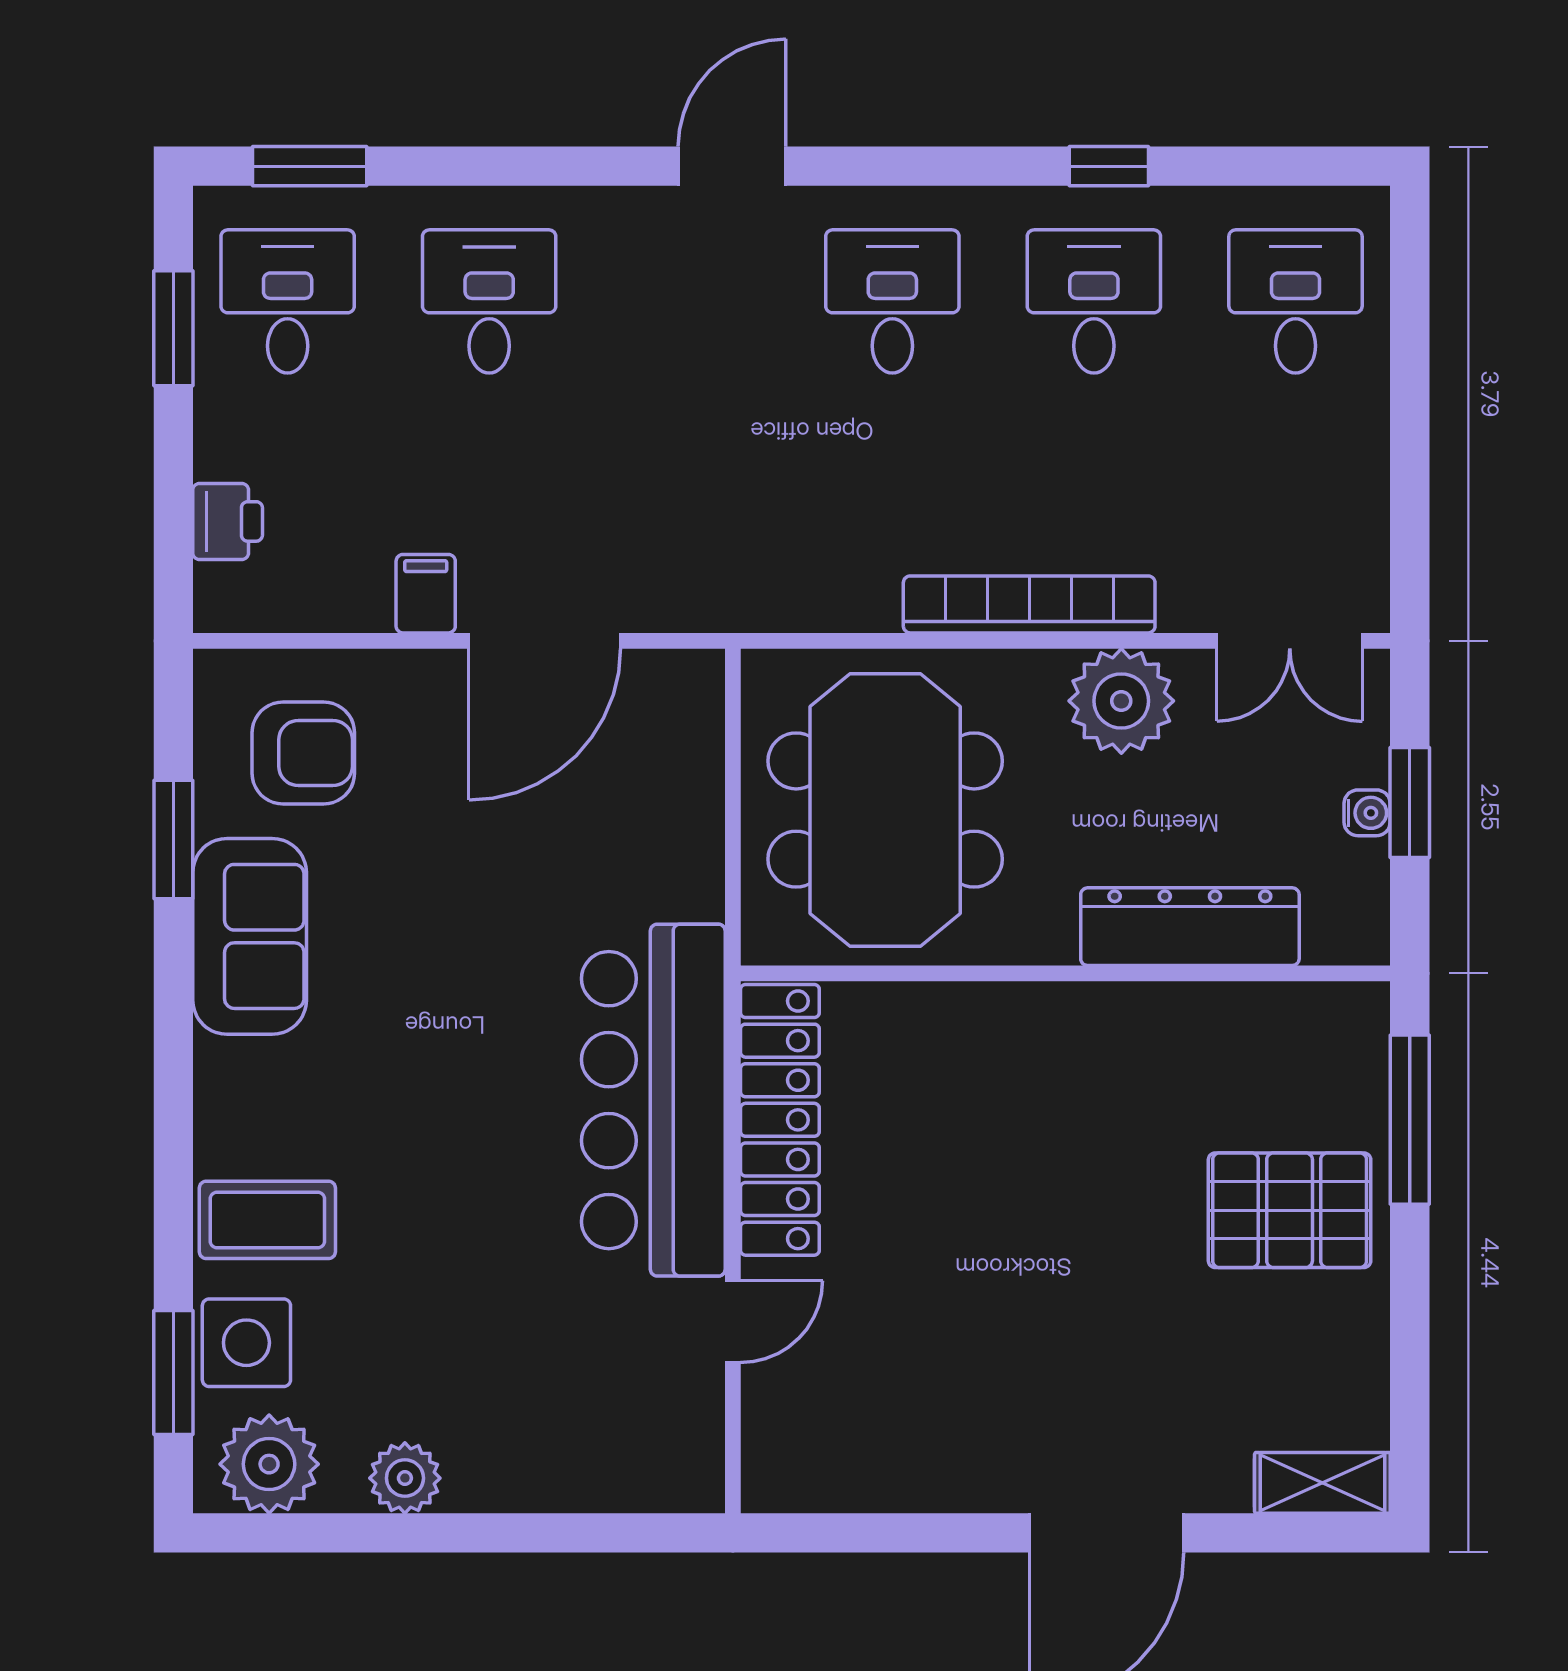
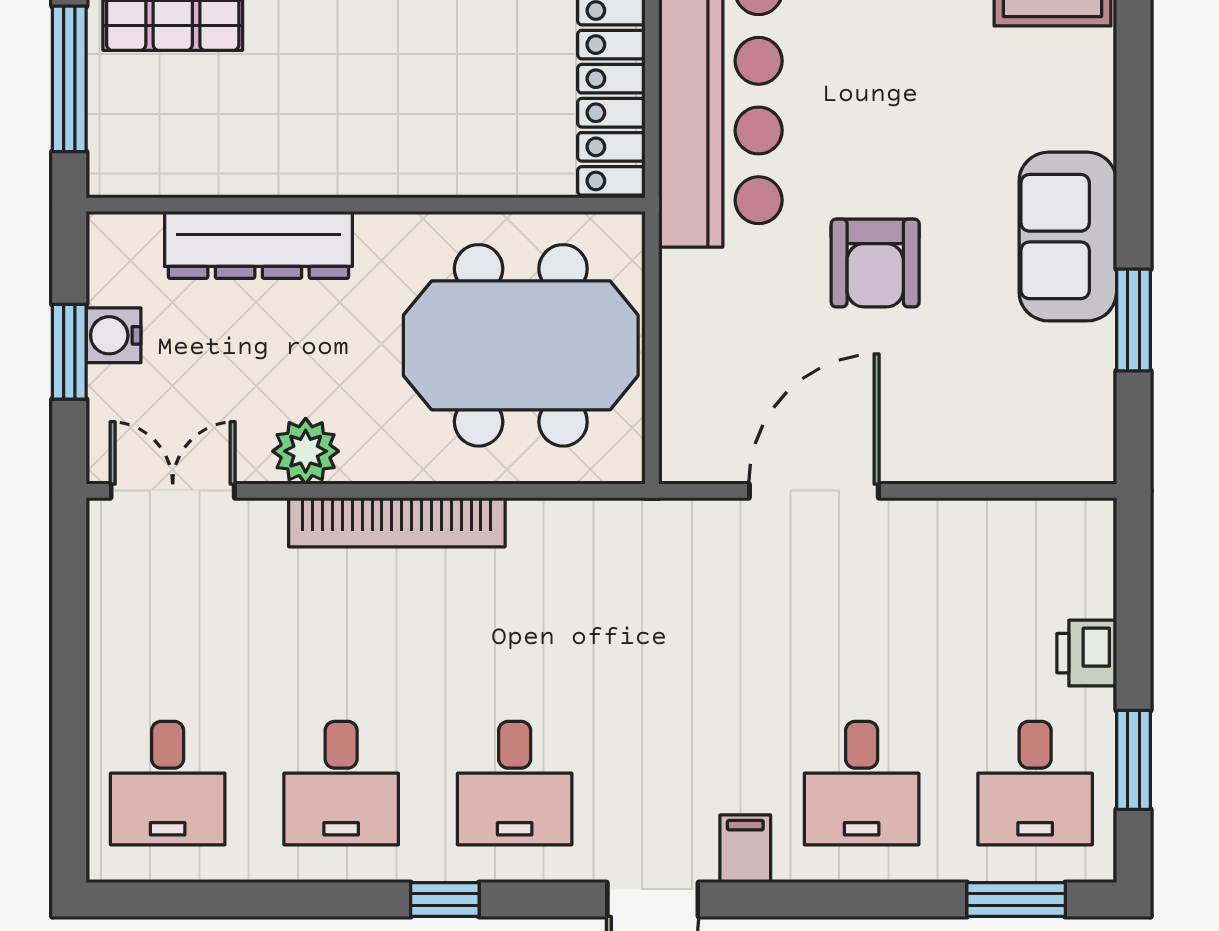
window: (1109, 166) -> (445, 900), moved
printer: (228, 521) -> (1087, 653), moved
filing cabinet: (426, 594) -> (745, 849), moved, turned 180
plant: (1121, 701) -> (306, 451), width x0.73, depth x0.73
armchair: (303, 753) -> (875, 263), moved, turned -90
meeting table: (885, 810) -> (521, 345), turned 90
water cooler: (1367, 813) -> (114, 335), width x1.38, depth x1.38

